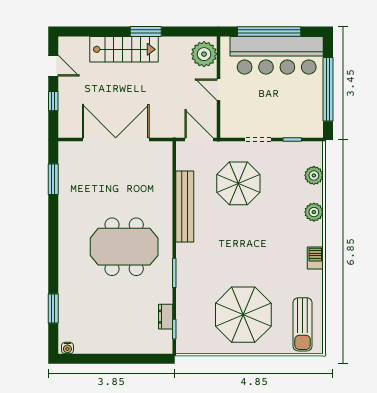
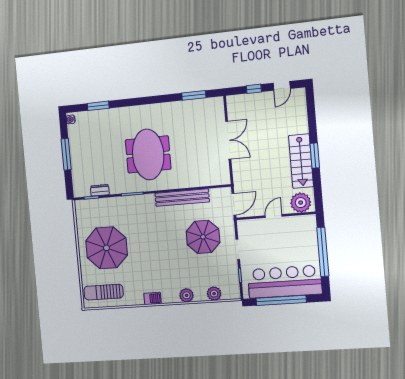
stairs: (124, 49) -> (301, 161), moved
bar counter: (277, 55) -> (285, 282), moved, turned 90
double door: (116, 139) -> (228, 140), width x0.73
window: (113, 359) -> (66, 154), added

